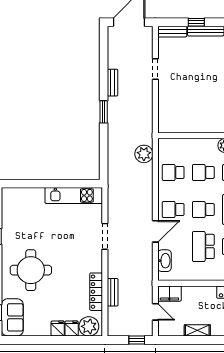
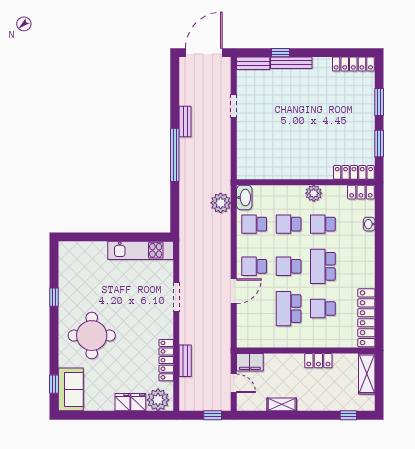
window: (104, 112) -> (175, 155), width x2.11
washbasin: (164, 261) -> (244, 198), moved

